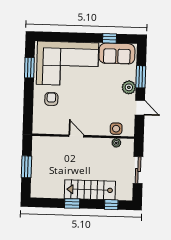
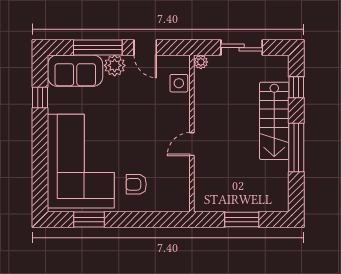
sofa: (117, 54) -> (75, 71), moved, turned 90
window: (141, 77) -> (98, 48), width x1.44
door: (140, 108) -> (145, 48), swing flipped
plant: (116, 143) -> (201, 62), moved
window: (72, 203) -> (296, 148), width x2.17

